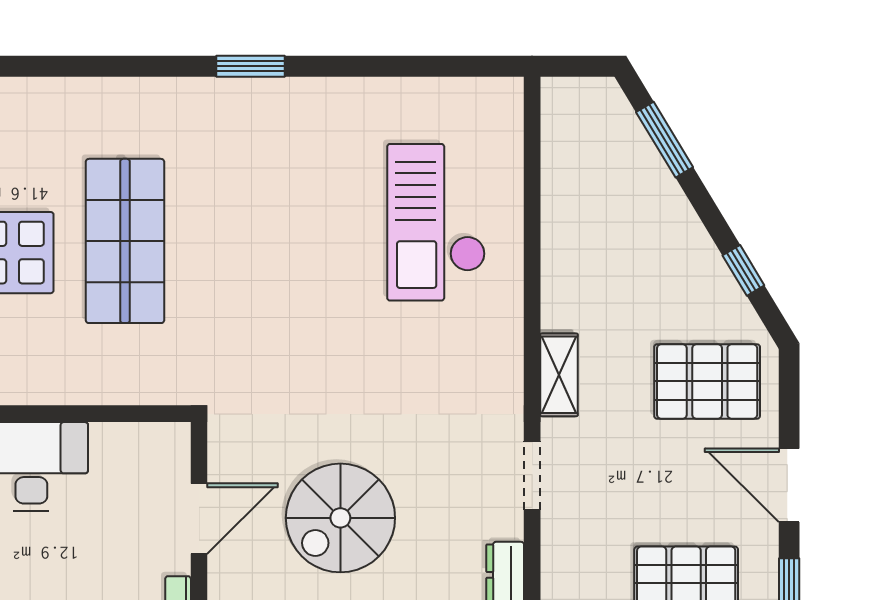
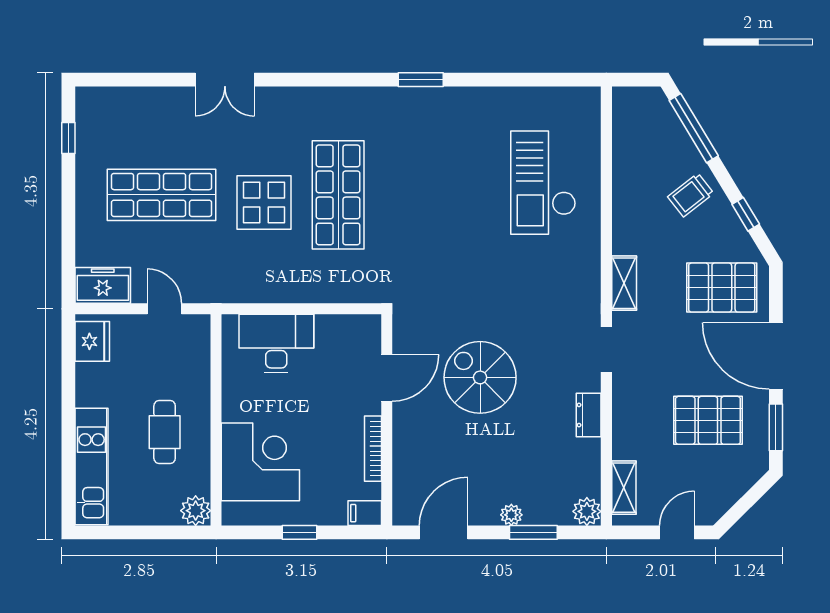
window: (665, 140) -> (694, 128), width x1.44
trolley: (660, 241) -> (691, 195), added
door: (789, 485) -> (776, 356), width x1.36
spiral stairs: (340, 518) -> (480, 377), turned 90

